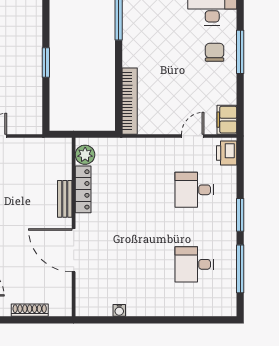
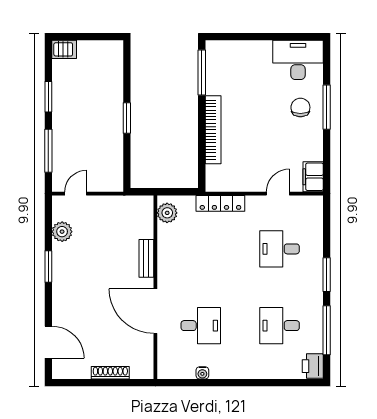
bookcase: (130, 101) -> (213, 130), moved
printer: (227, 153) -> (313, 366), moved
locker: (83, 189) -> (220, 203), moved, turned 90
desk: (118, 264) -> (201, 326), added

